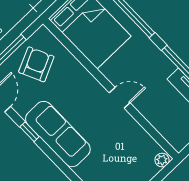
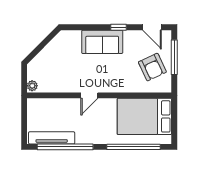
sofa: (58, 134) -> (102, 42), width x0.73

